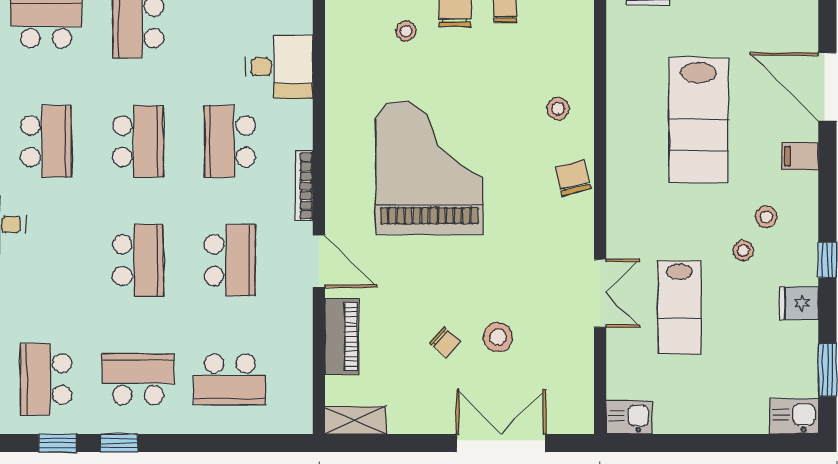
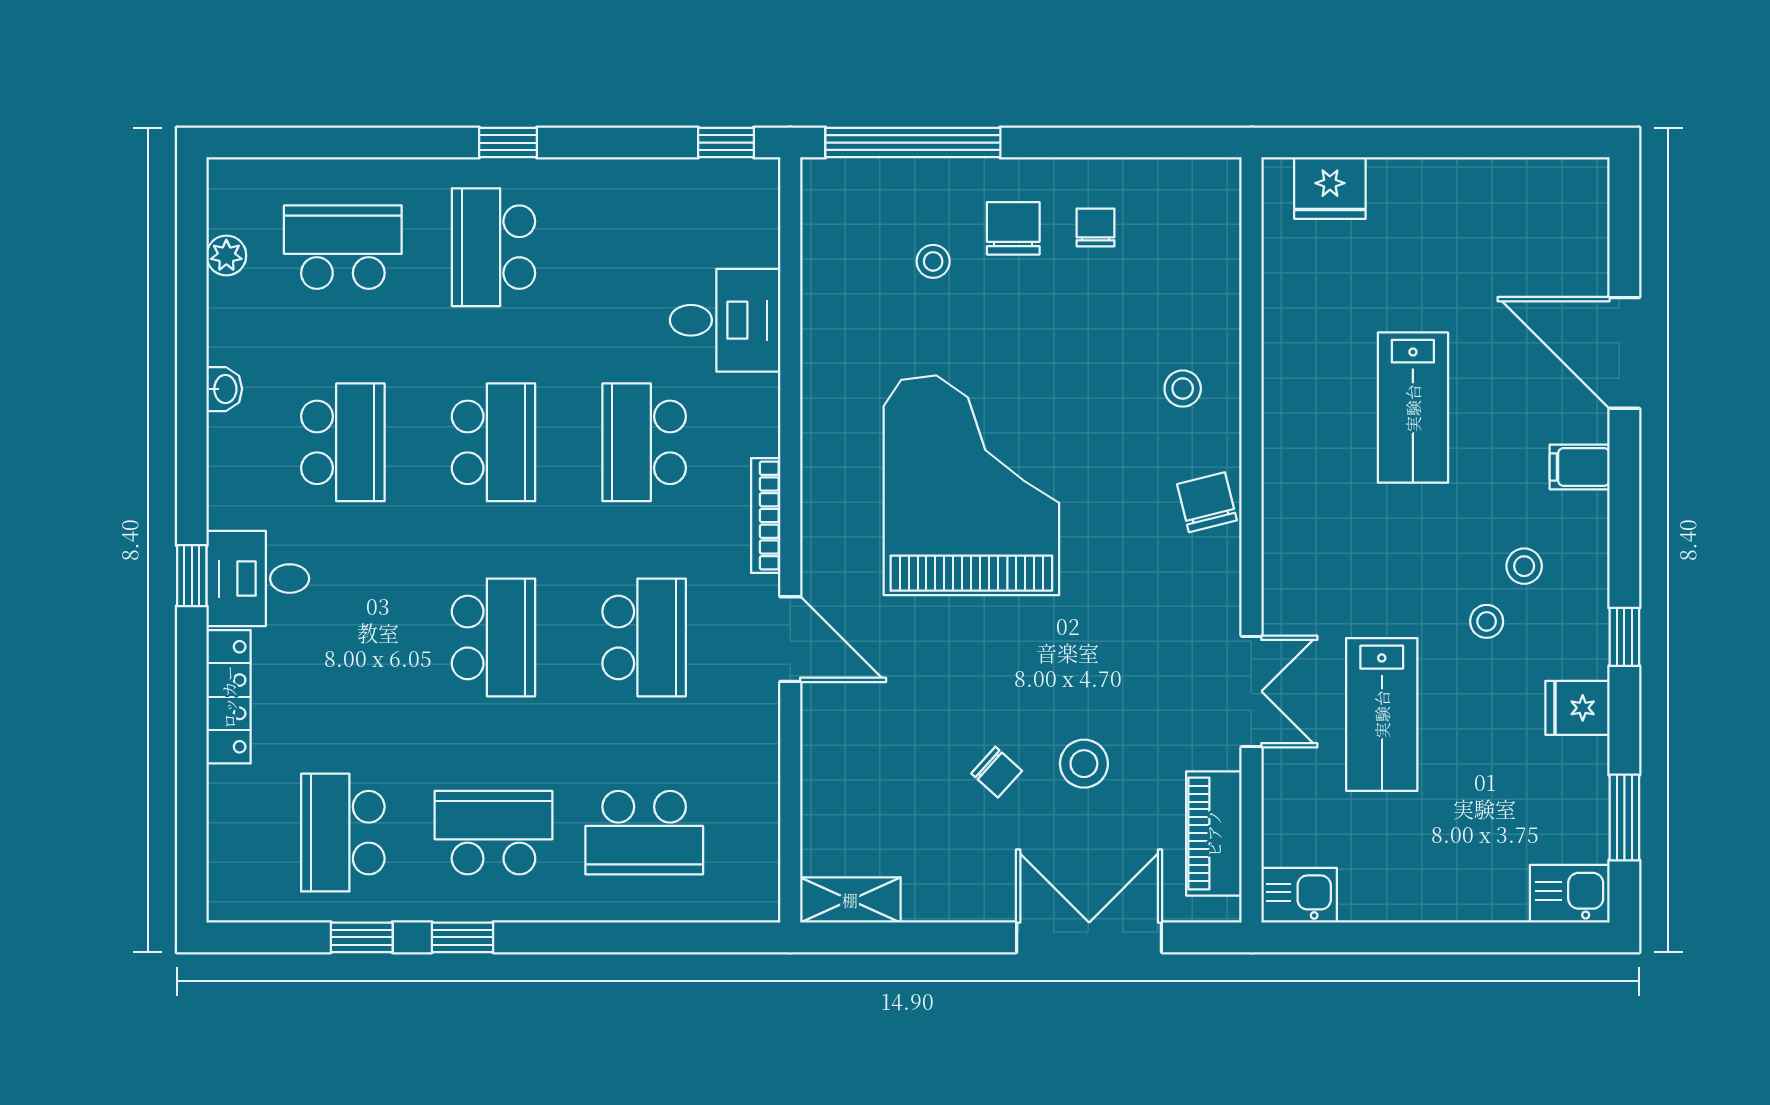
lab bench: (698, 120) -> (1413, 408), width x0.73, depth x0.72
piano: (342, 337) -> (1214, 833), moved, turned 180

